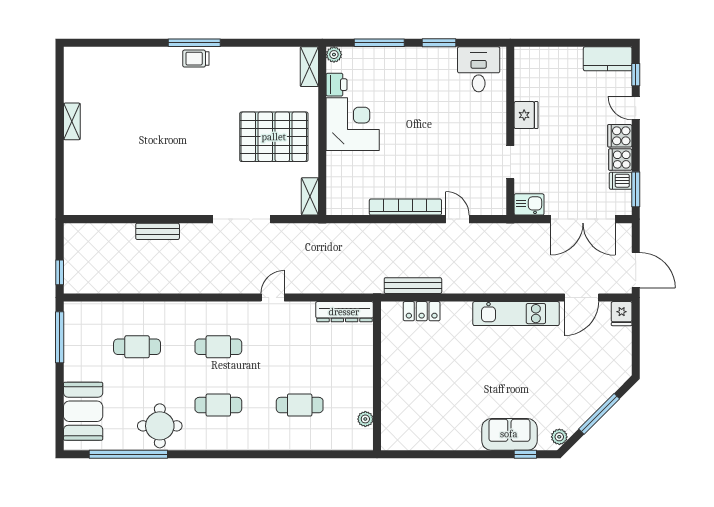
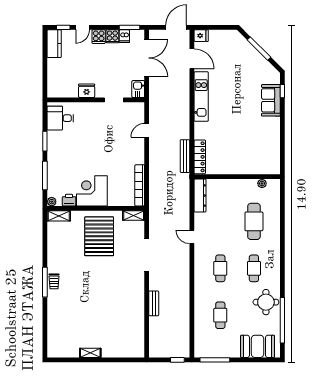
bookcase: (405, 207) -> (140, 185), moved
locker: (422, 311) -> (200, 157), width x1.53
cafe table: (300, 405) -> (254, 221), width x1.37, depth x1.35
plant: (559, 437) -> (272, 72), removed

